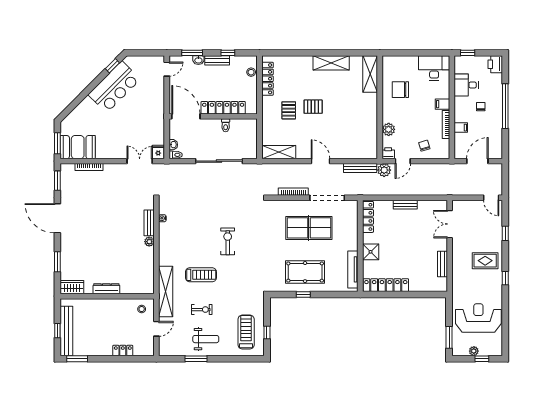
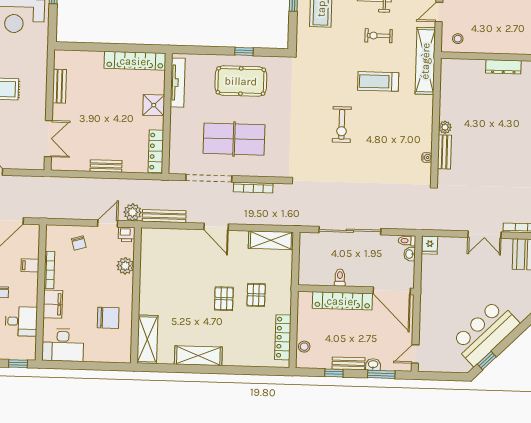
filing cabinet: (443, 104) -> (53, 304), width x2.00
pallet: (313, 107) -> (224, 299), turned 90
double door: (140, 161) -> (484, 235), moved

